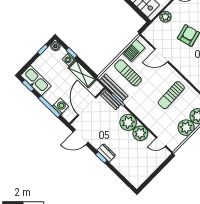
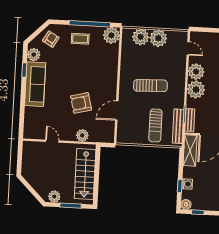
barbecue: (134, 50) -> (133, 137), removed
door: (162, 55) -> (117, 110), swing flipped
shelving: (82, 74) -> (190, 150), moved
sun lounger: (171, 95) -> (150, 86), moved

